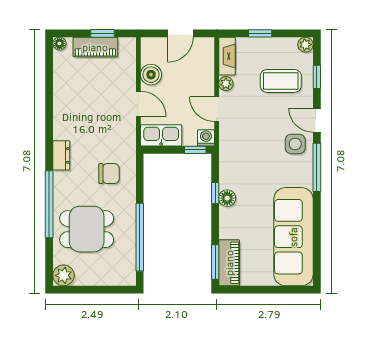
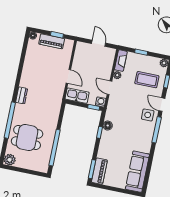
door: (180, 33) -> (99, 43), swing flipped
boiler: (151, 75) -> (78, 62), removed
chair: (109, 174) -> (45, 110), removed
floor lamp: (227, 198) -> (108, 126), moved
sofa: (293, 237) -> (137, 172), width x0.74, depth x0.79

